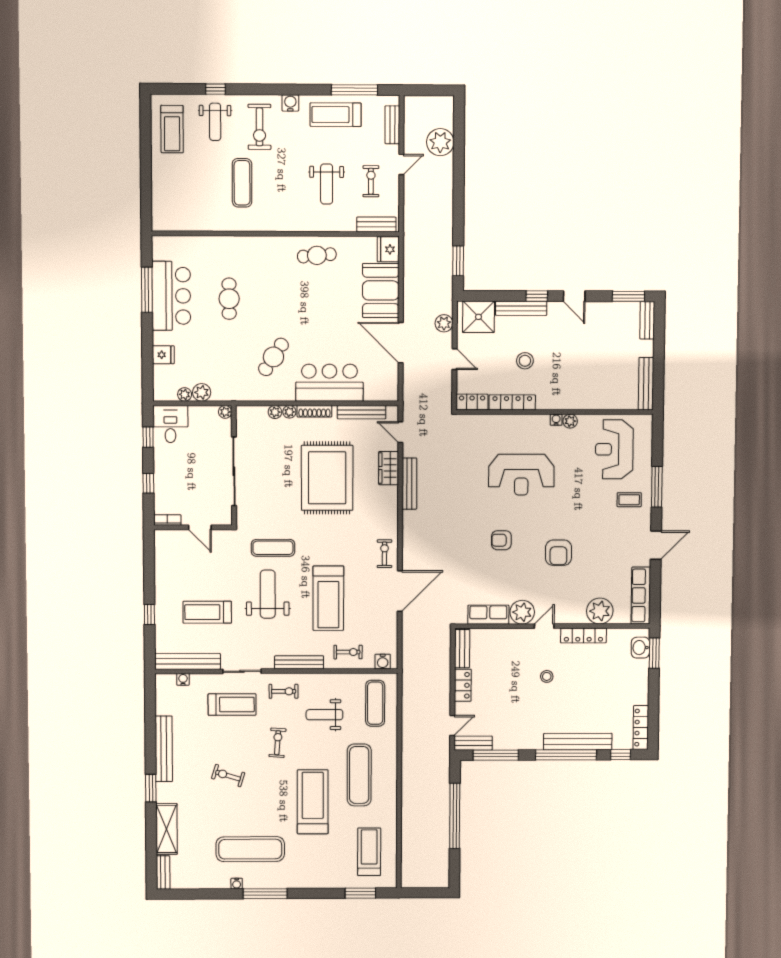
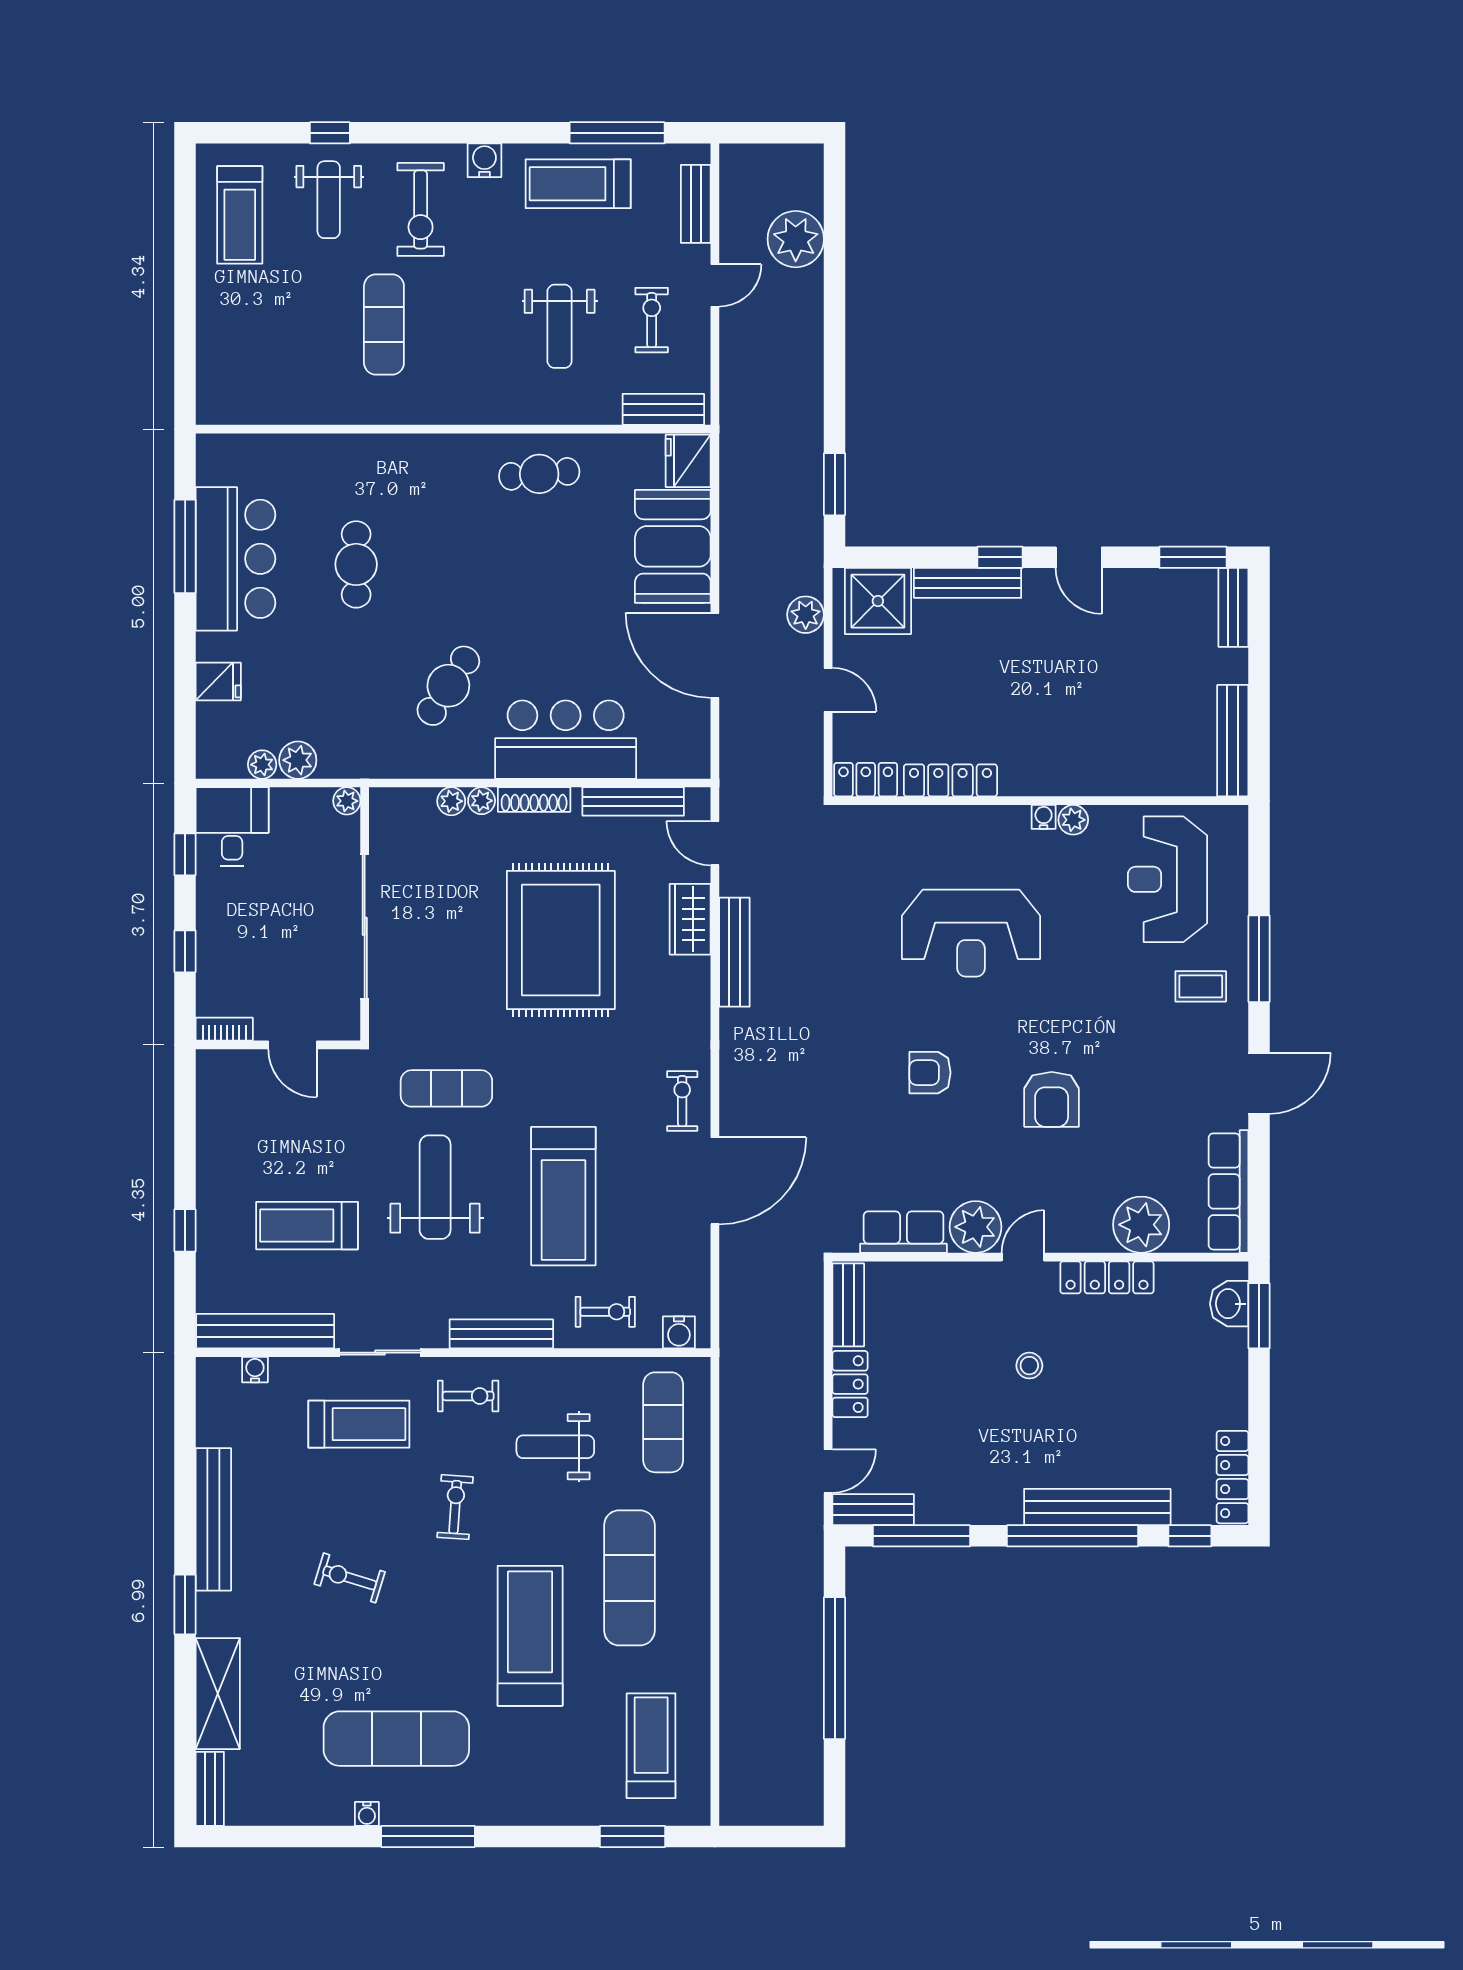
stool: (525, 361) -> (976, 693), removed

